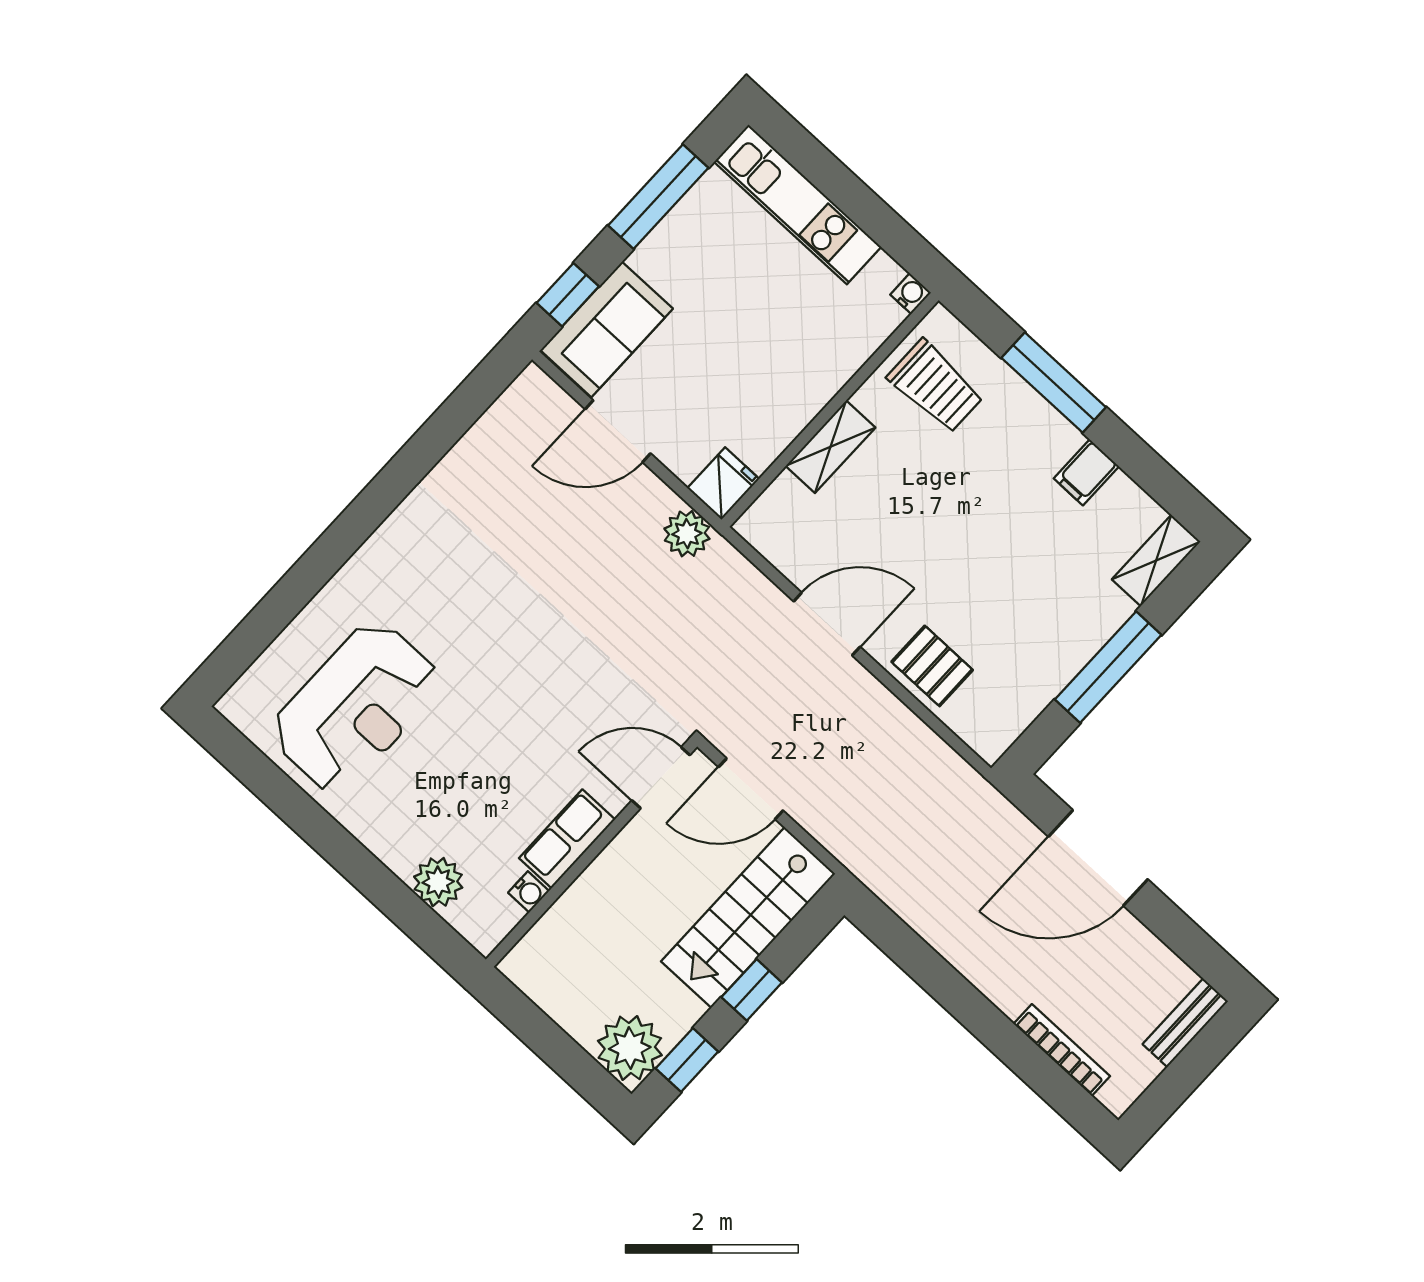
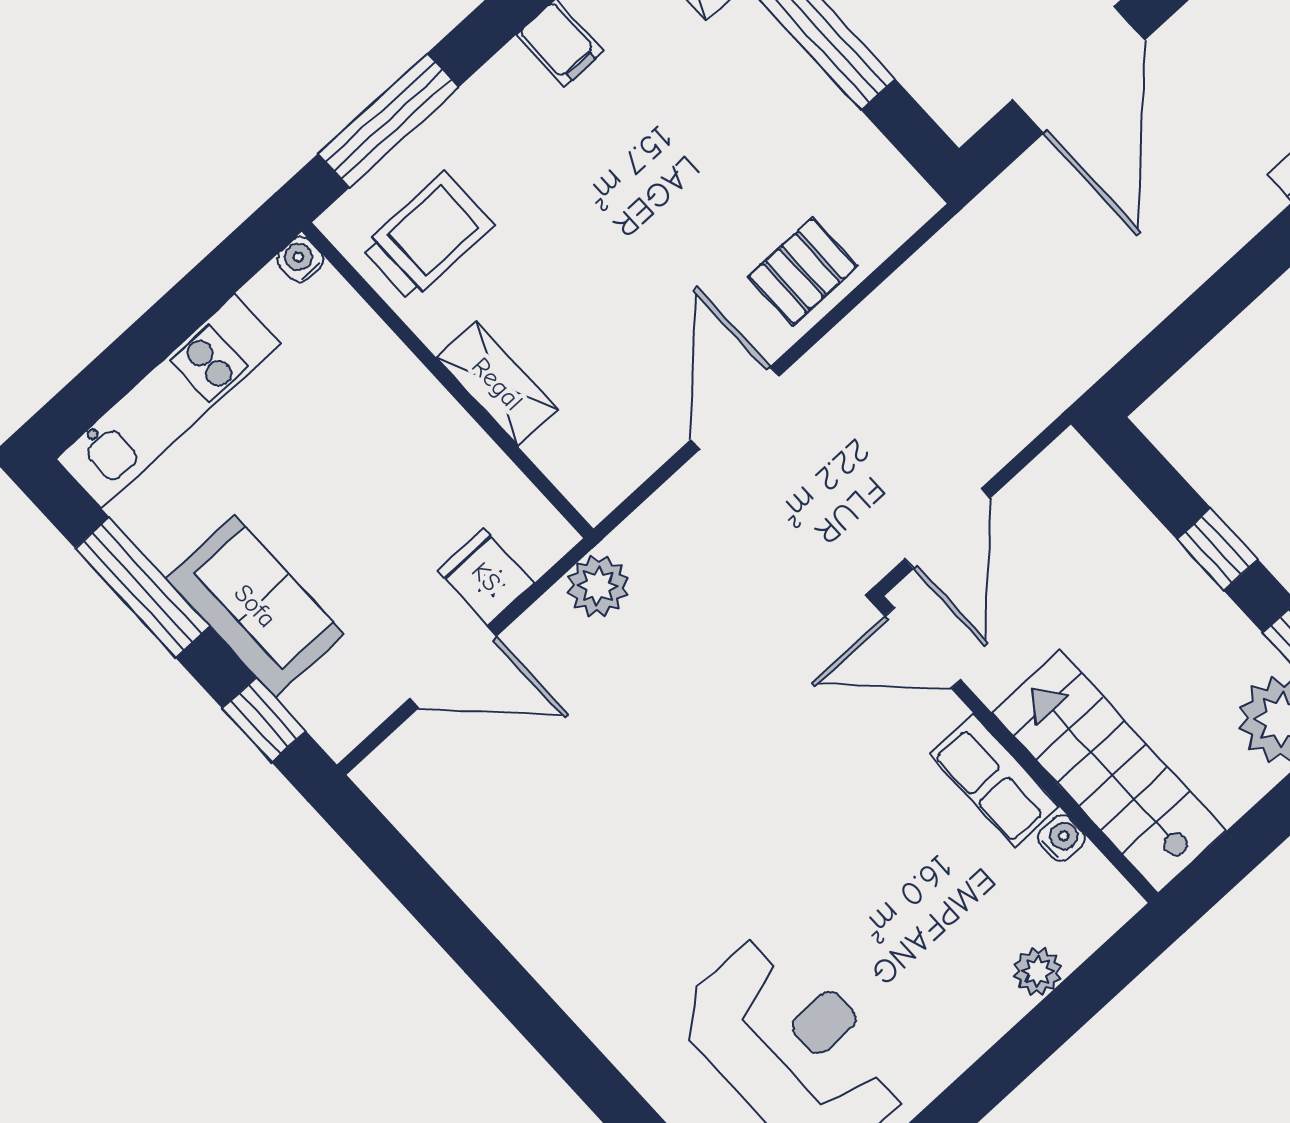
sofa: (607, 329) -> (255, 606), moved
window: (1054, 383) -> (388, 120), moved
door: (618, 431) -> (453, 667), hinge flipped
fridge: (723, 484) -> (486, 577), moved
door: (661, 778) -> (923, 648), hinge flipped
plant: (438, 882) -> (1038, 971), width x0.73, depth x0.73
stairs: (748, 918) -> (1109, 772), moved, turned 180

